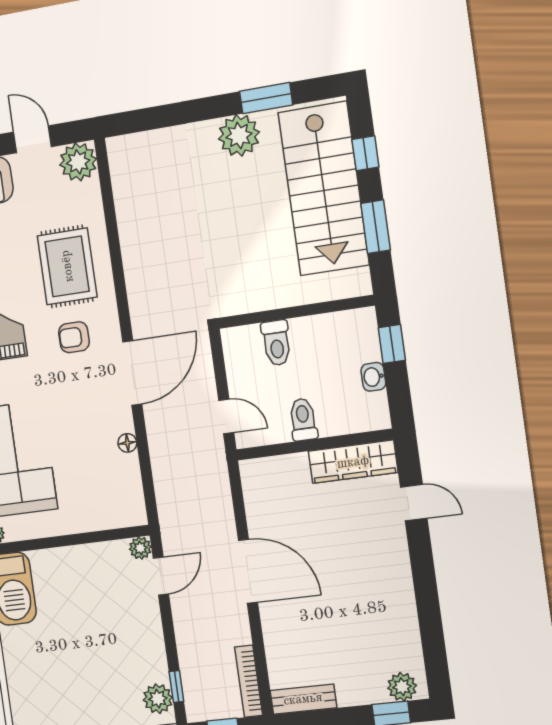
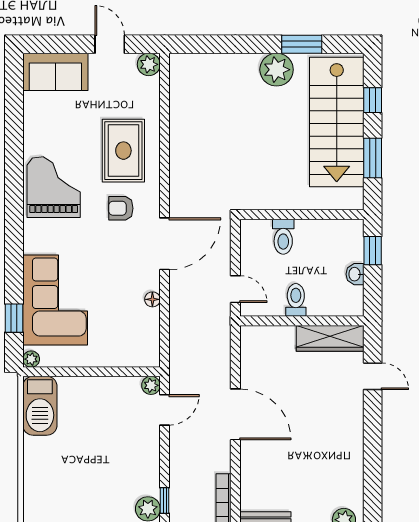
plant: (78, 162) -> (149, 64), width x0.73, depth x0.73

